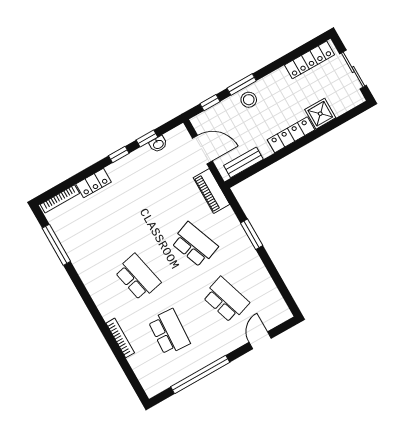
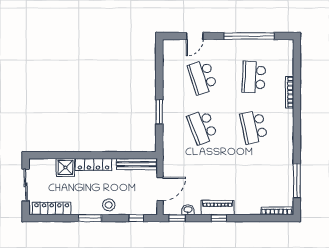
window: (242, 84) -> (90, 218), moved
window: (147, 139) -> (177, 218), moved
door: (202, 150) -> (160, 189), swing flipped
bench: (244, 162) -> (137, 164), width x1.36
locker: (93, 183) -> (247, 208), removed
piano: (211, 191) -> (217, 207), moved, turned -90

